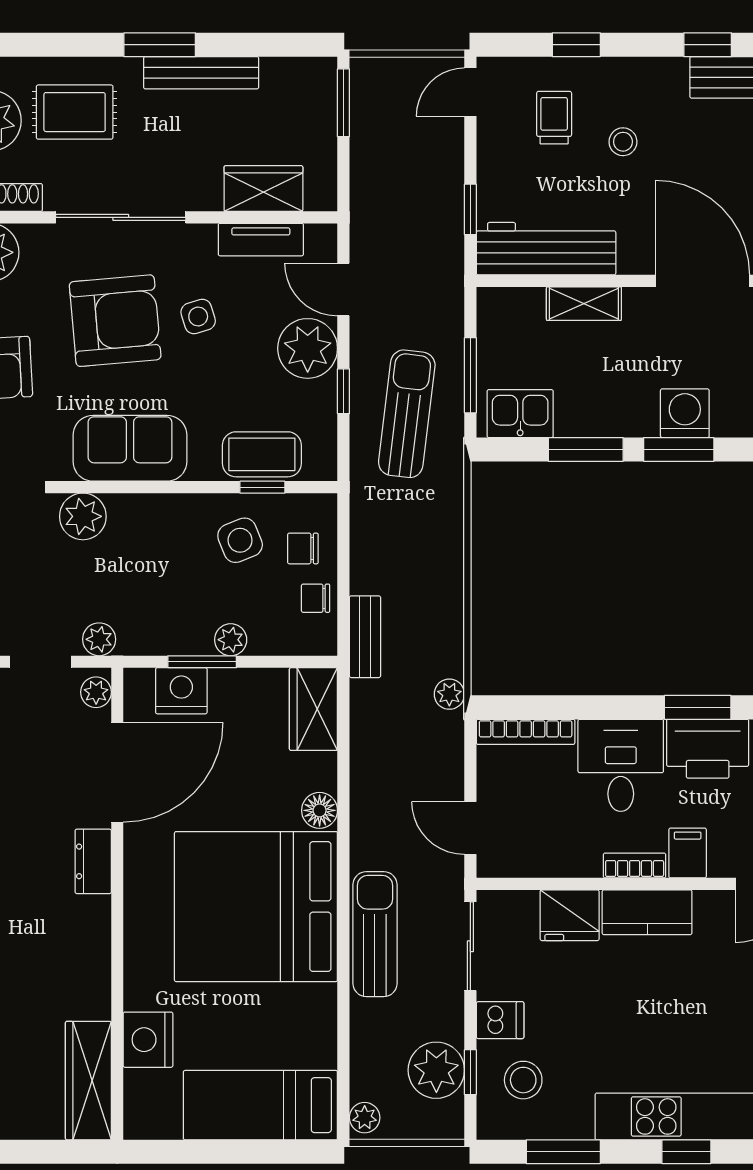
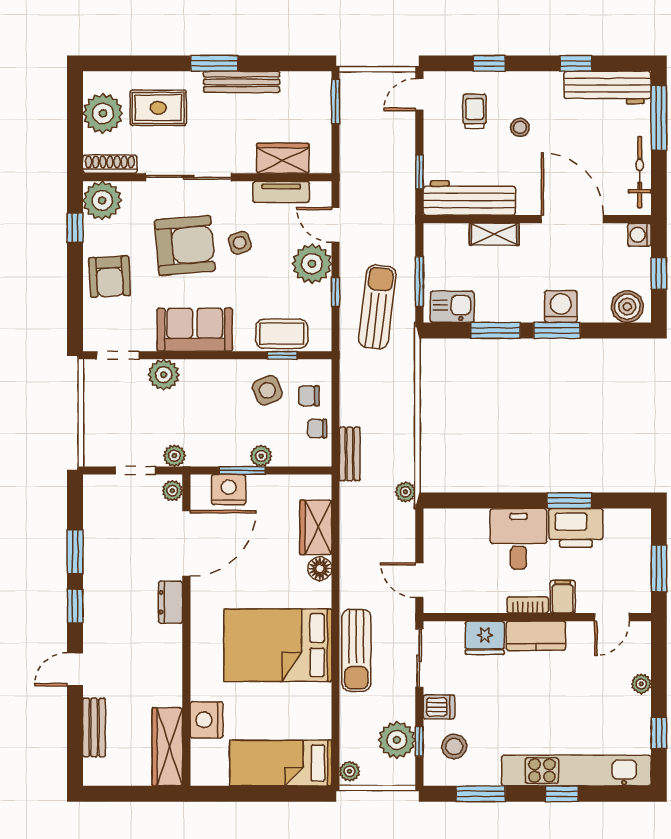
wardrobe: (313, 709) -> (316, 527), moved
bookcase: (526, 732) -> (456, 517), removed
bed: (256, 907) -> (278, 645), width x0.73
sun lounger: (375, 934) -> (356, 650), turned 180

